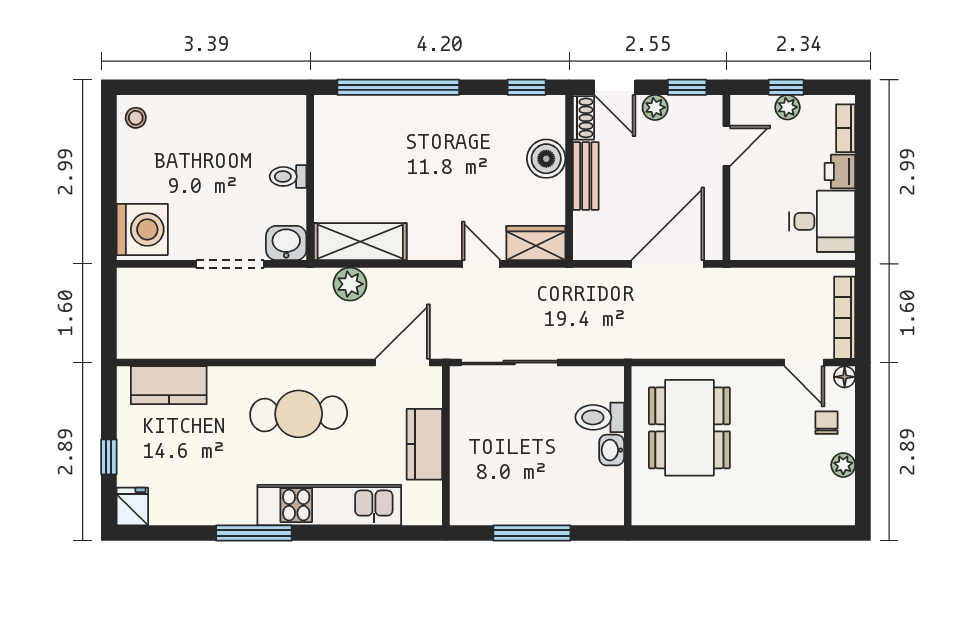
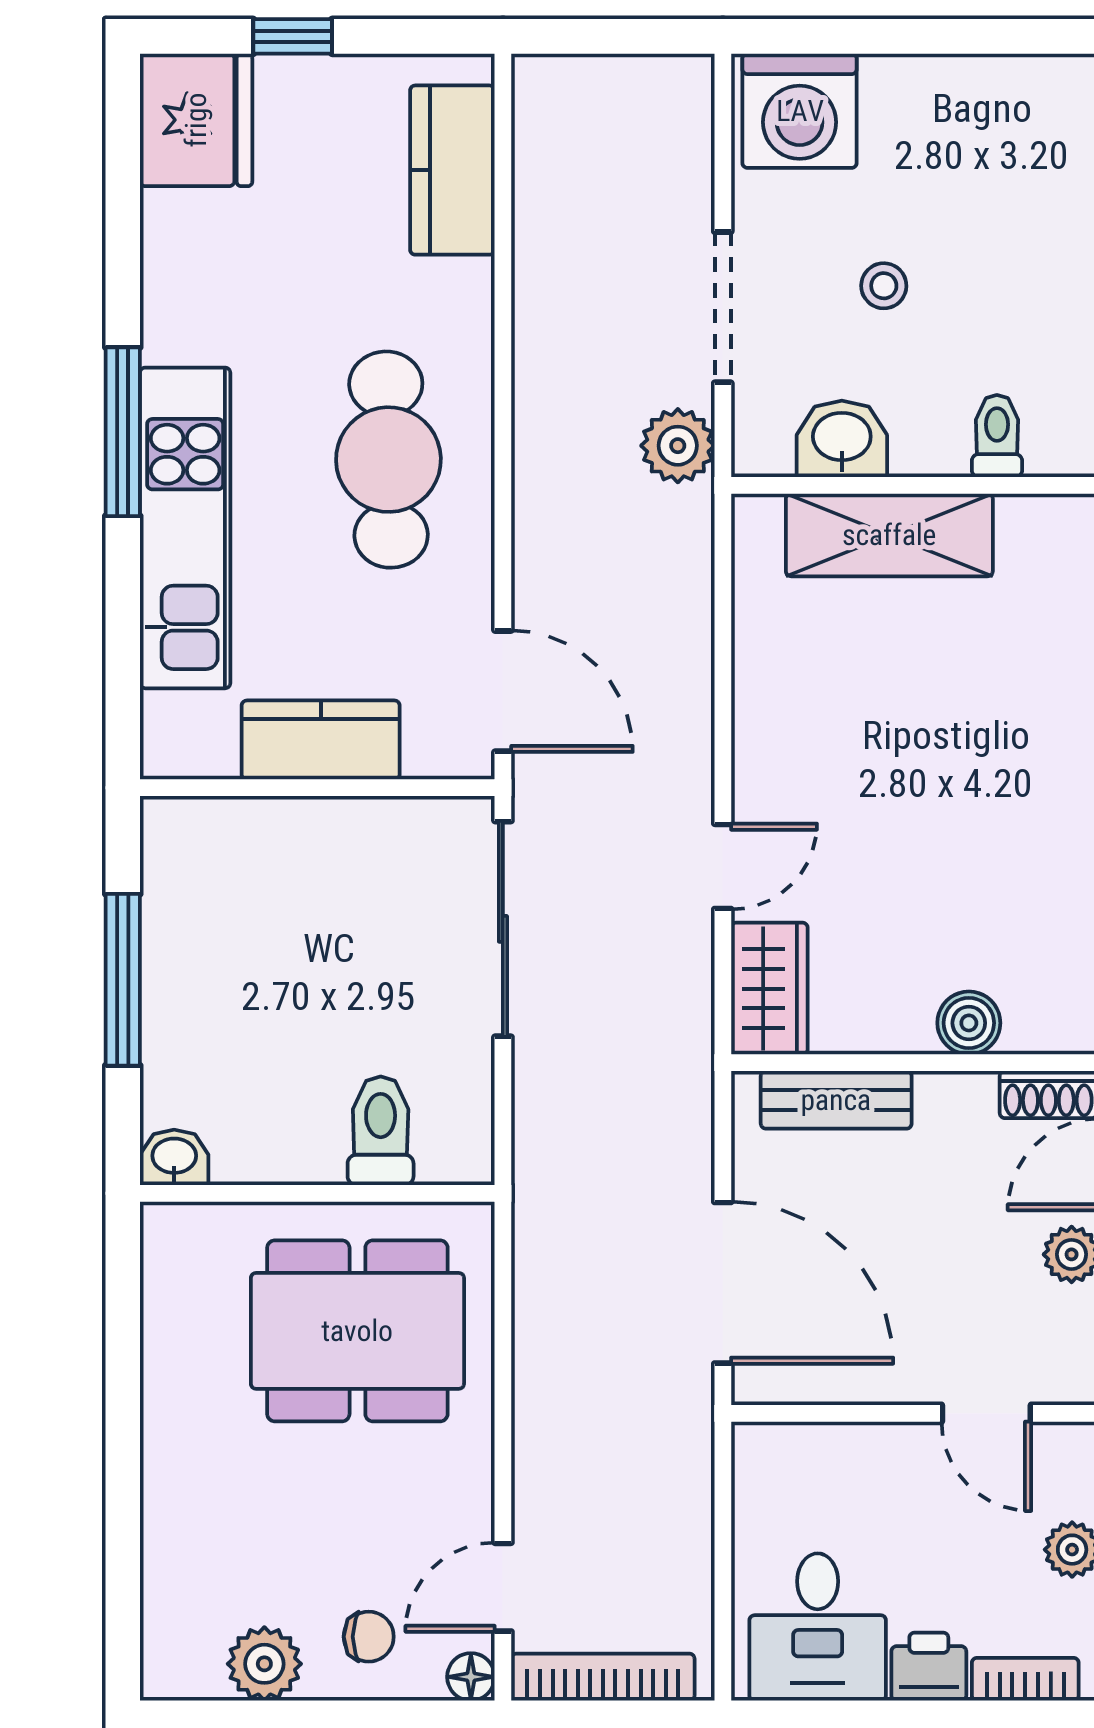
stool: (136, 118) -> (884, 286), moved
boiler: (546, 159) -> (969, 1023), width x0.73, depth x0.73
toilet: (288, 176) -> (997, 436), moved
bench: (586, 176) -> (836, 1100), moved
shelving: (360, 242) -> (889, 535), moved, turned 90
washbasin: (286, 243) -> (842, 439), moved, turned -90
plant: (350, 284) -> (678, 446), moved
washbasin: (612, 450) -> (174, 1157), moved
plant: (843, 465) -> (264, 1664), width x1.38, depth x1.38
fridge: (132, 506) -> (196, 120), width x1.88, depth x1.34
window: (254, 533) -> (123, 432), moved

